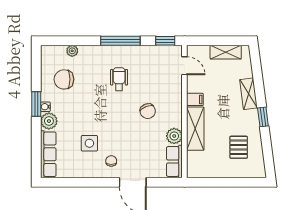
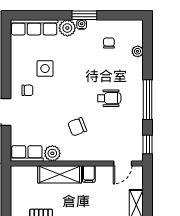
chair: (64, 79) -> (109, 43), width x0.54, depth x0.54

